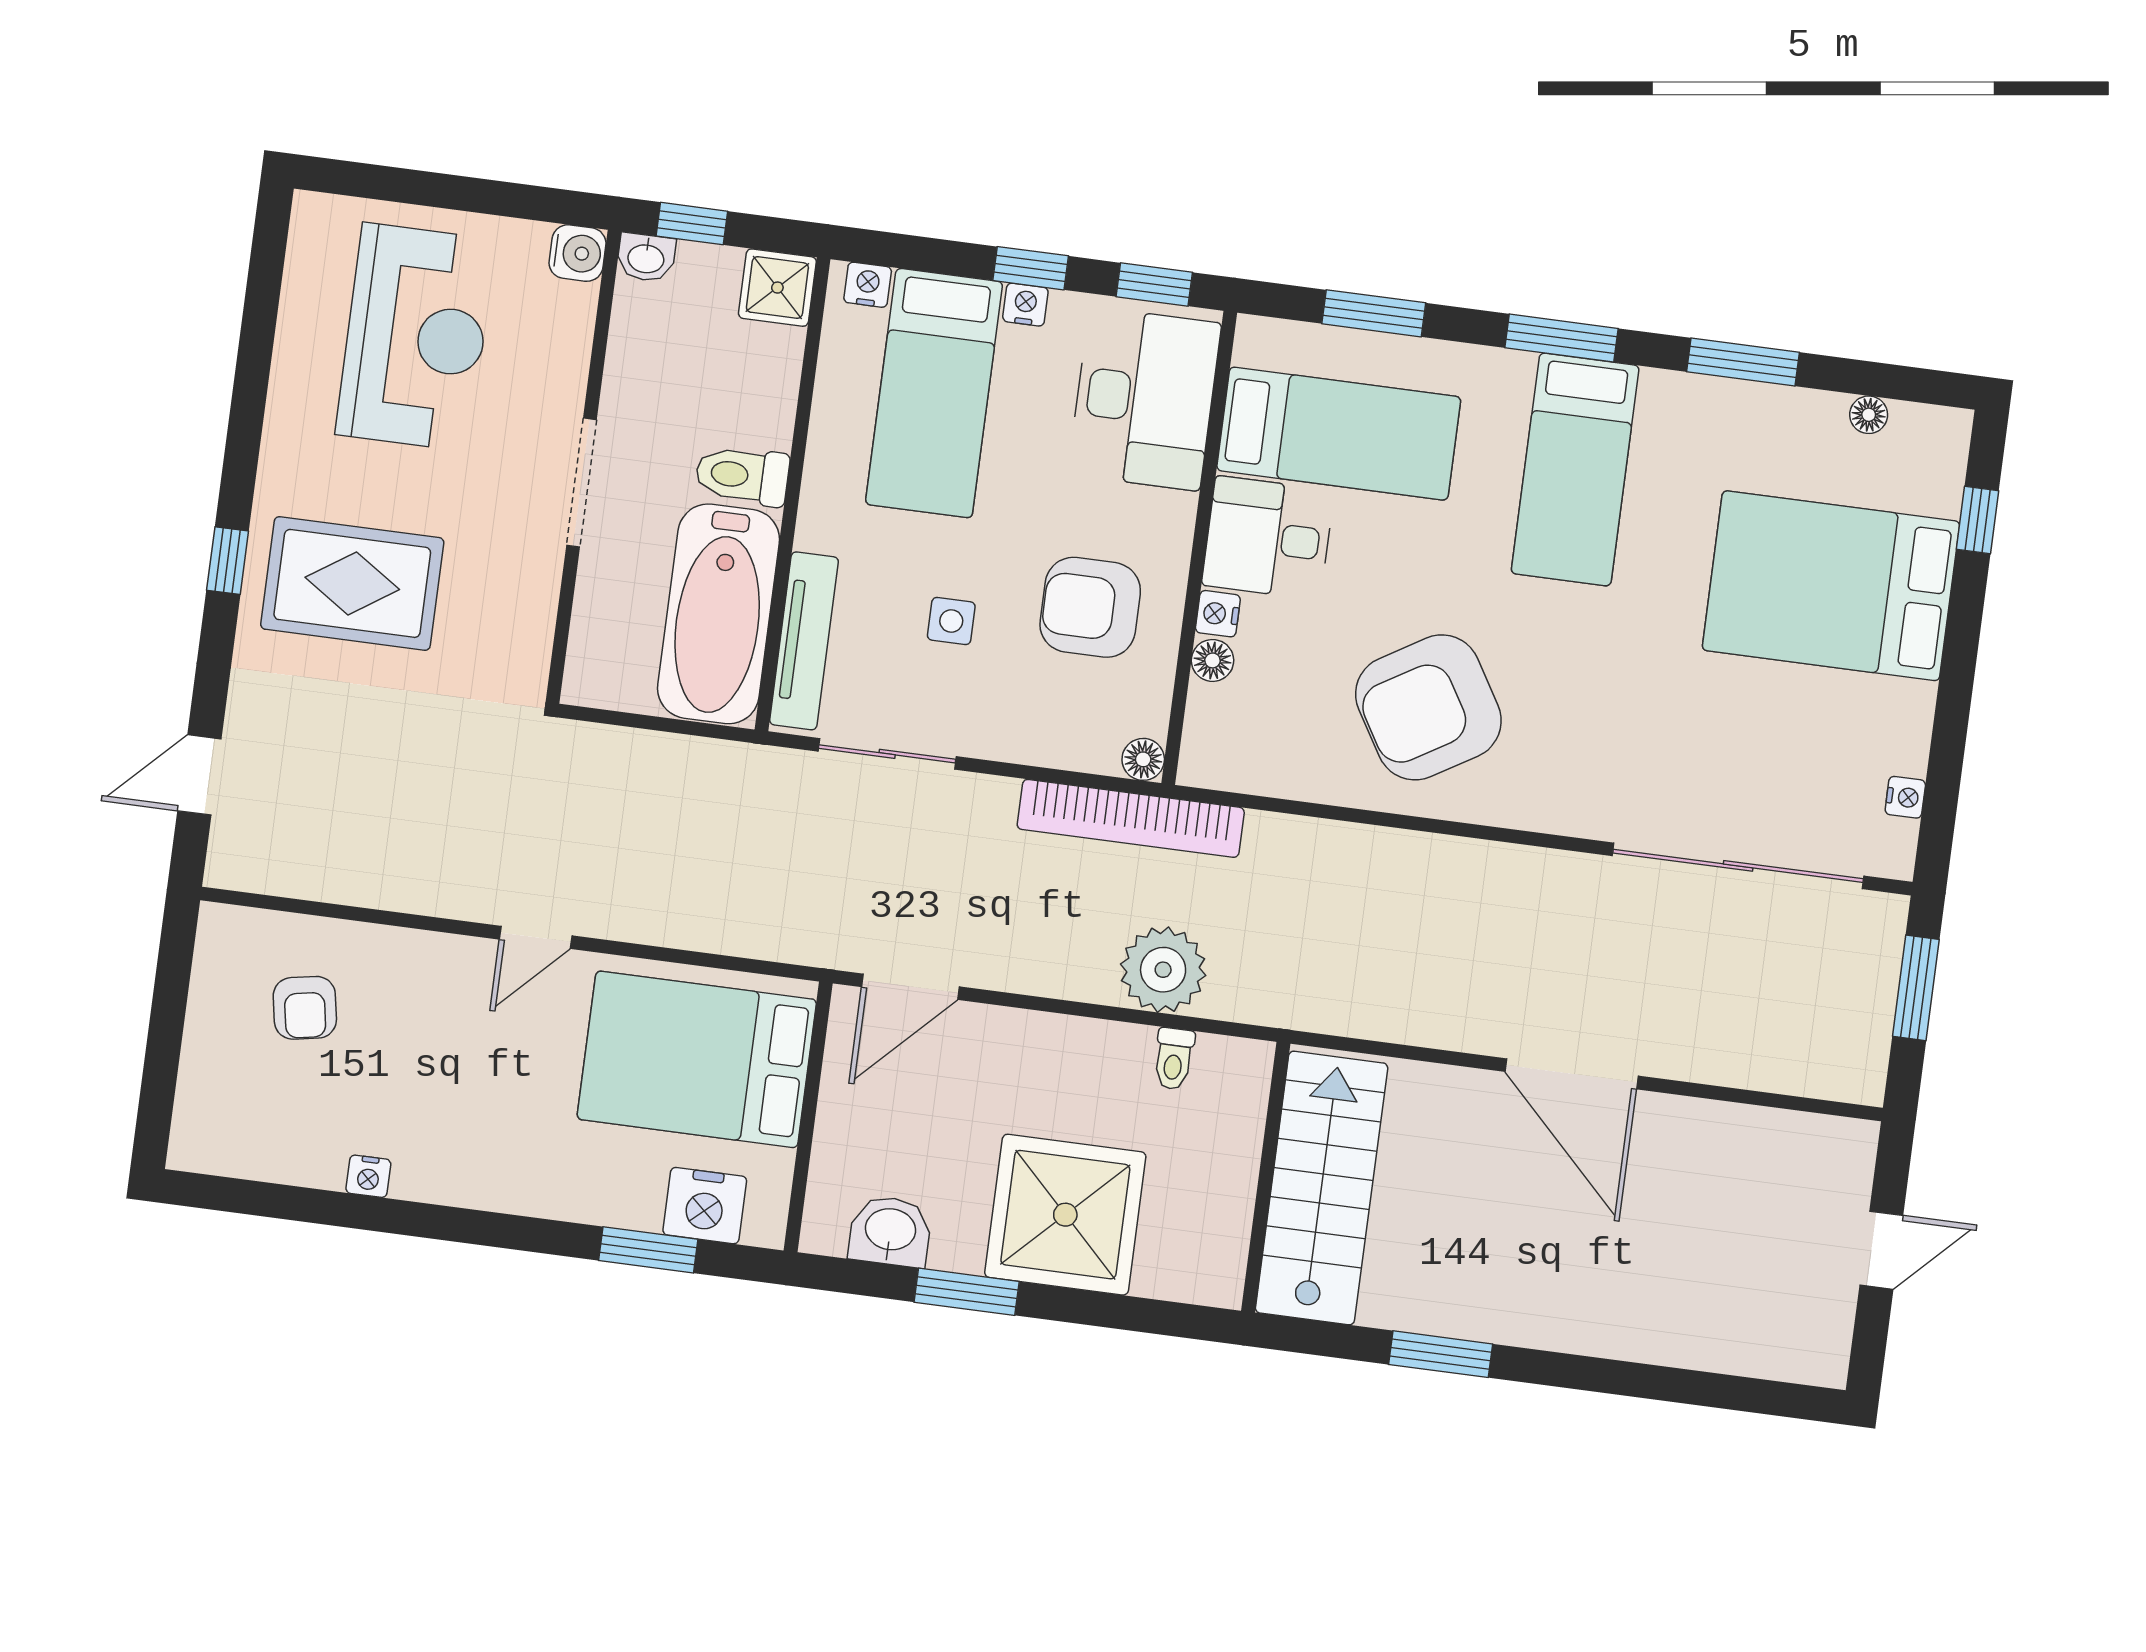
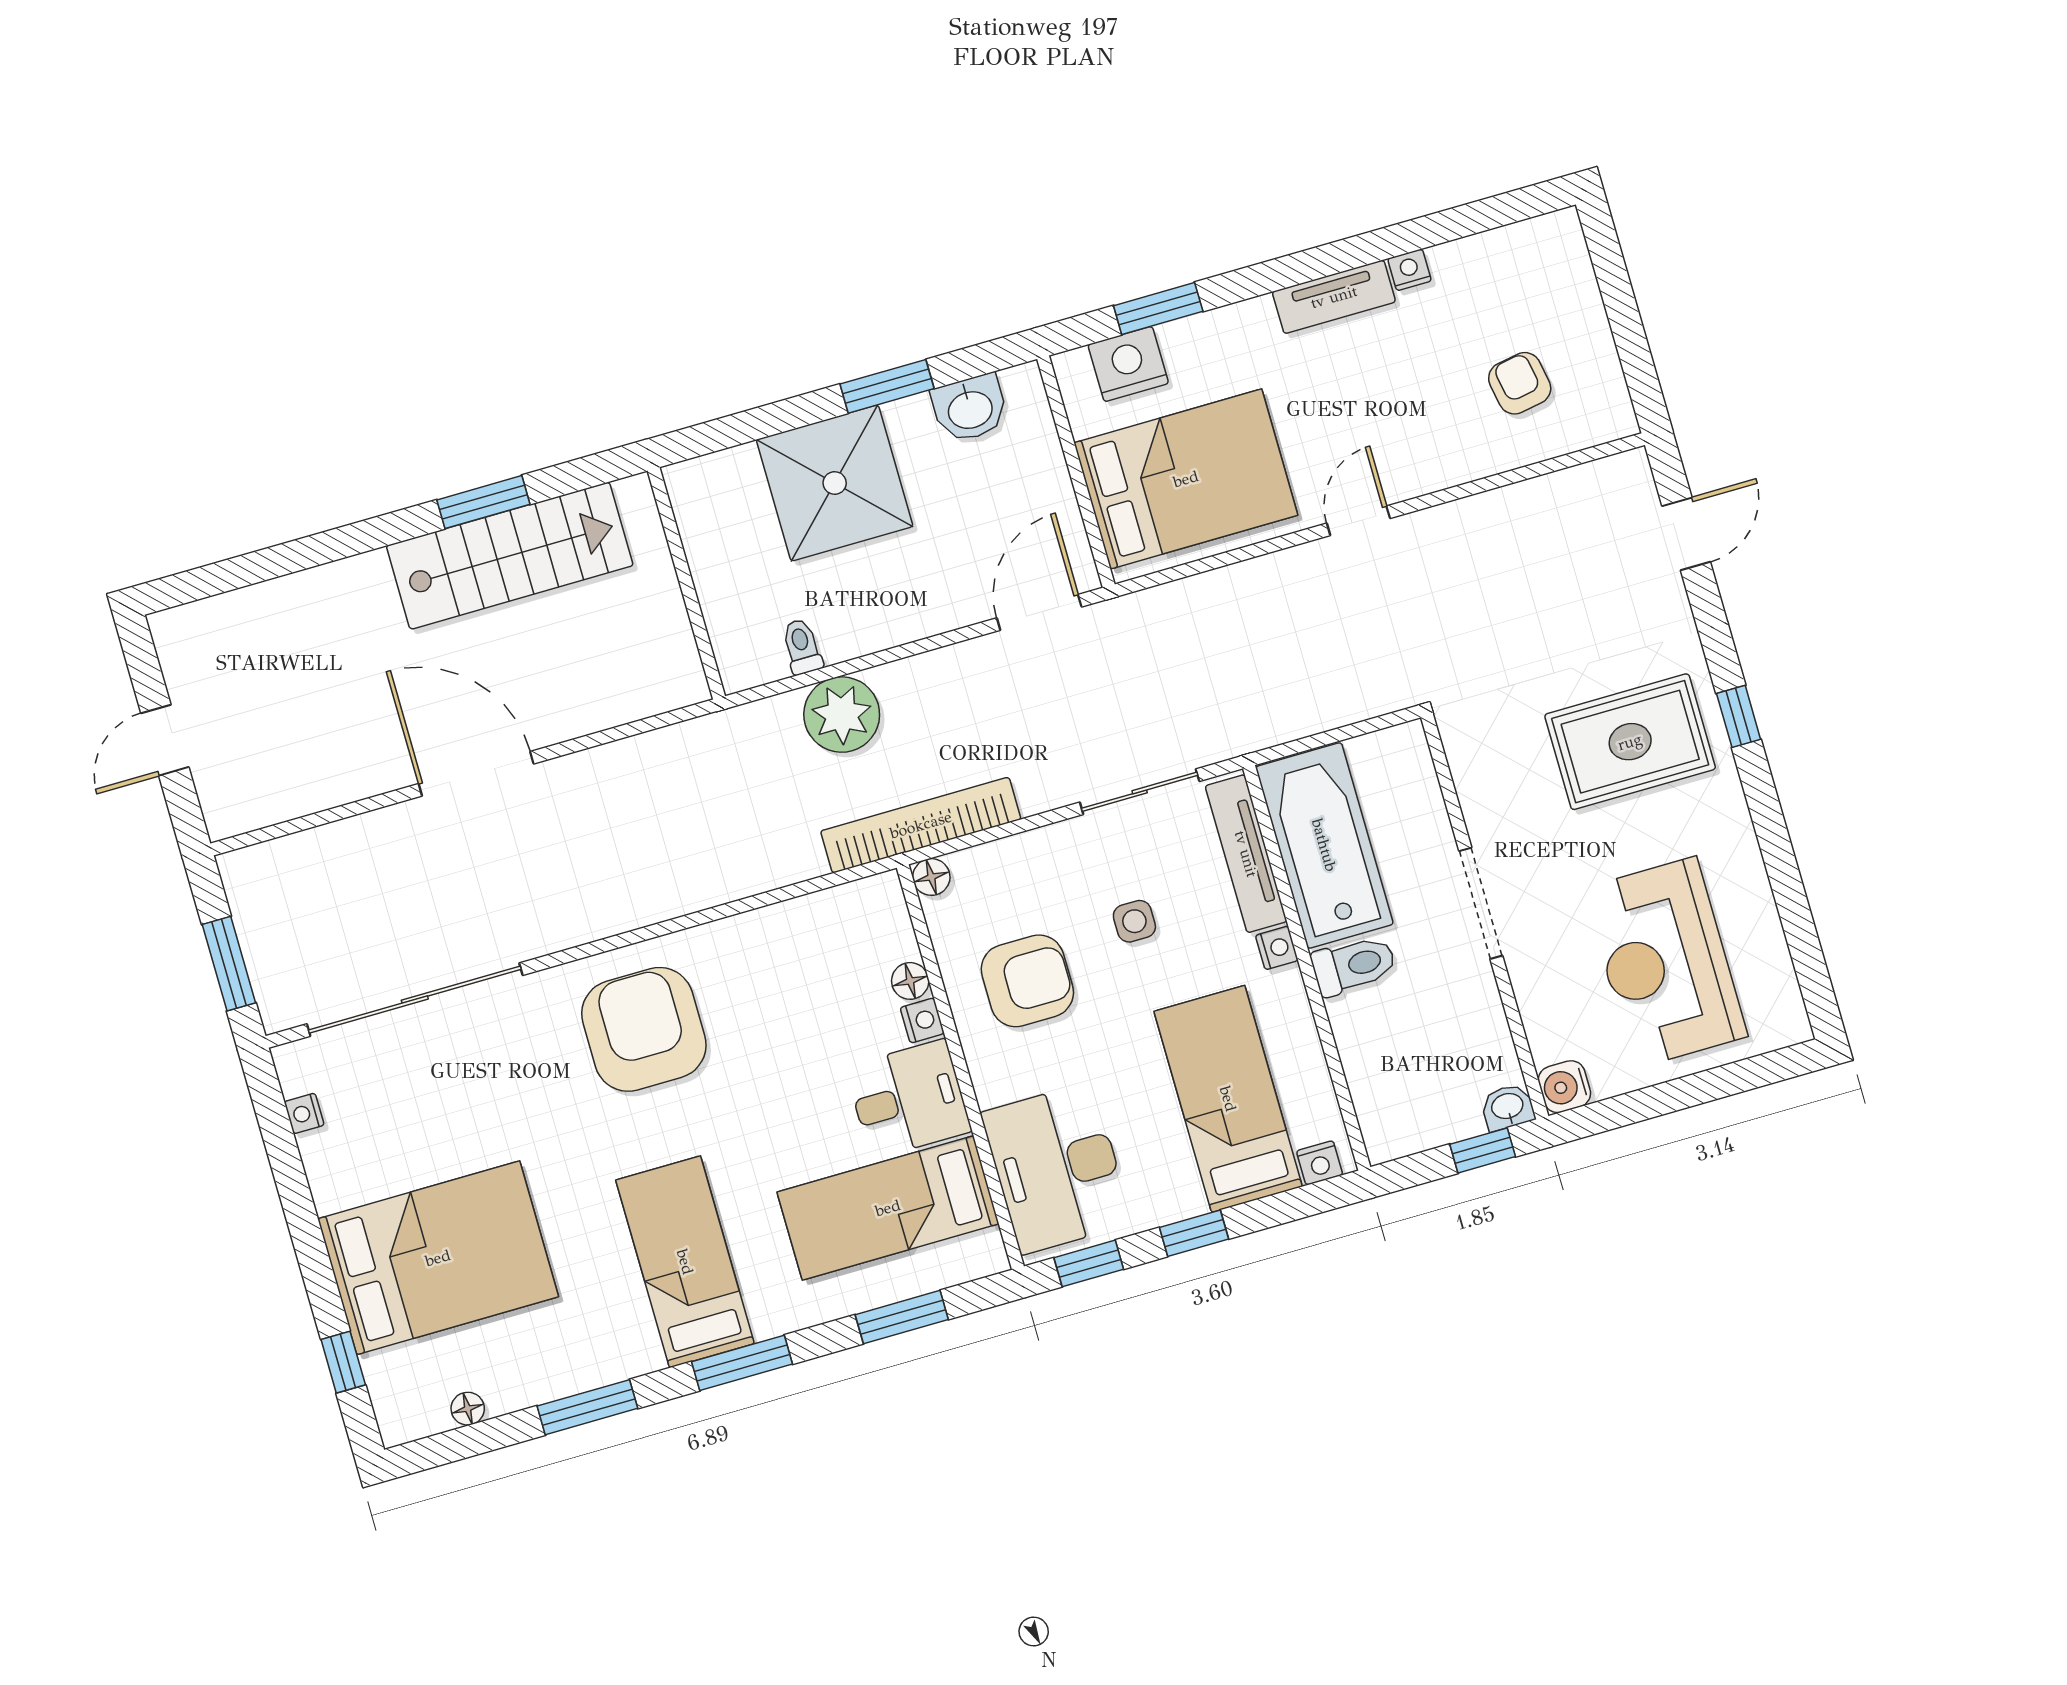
shower: (777, 288) -> (1391, 1129), removed
nightstand: (1025, 305) -> (1277, 948), moved, turned -90
armchair: (1428, 707) -> (644, 1029), moved, turned -59
tv unit: (460, 1182) -> (1334, 297), added
stairs: (1322, 1188) -> (510, 556), moved, turned -90

